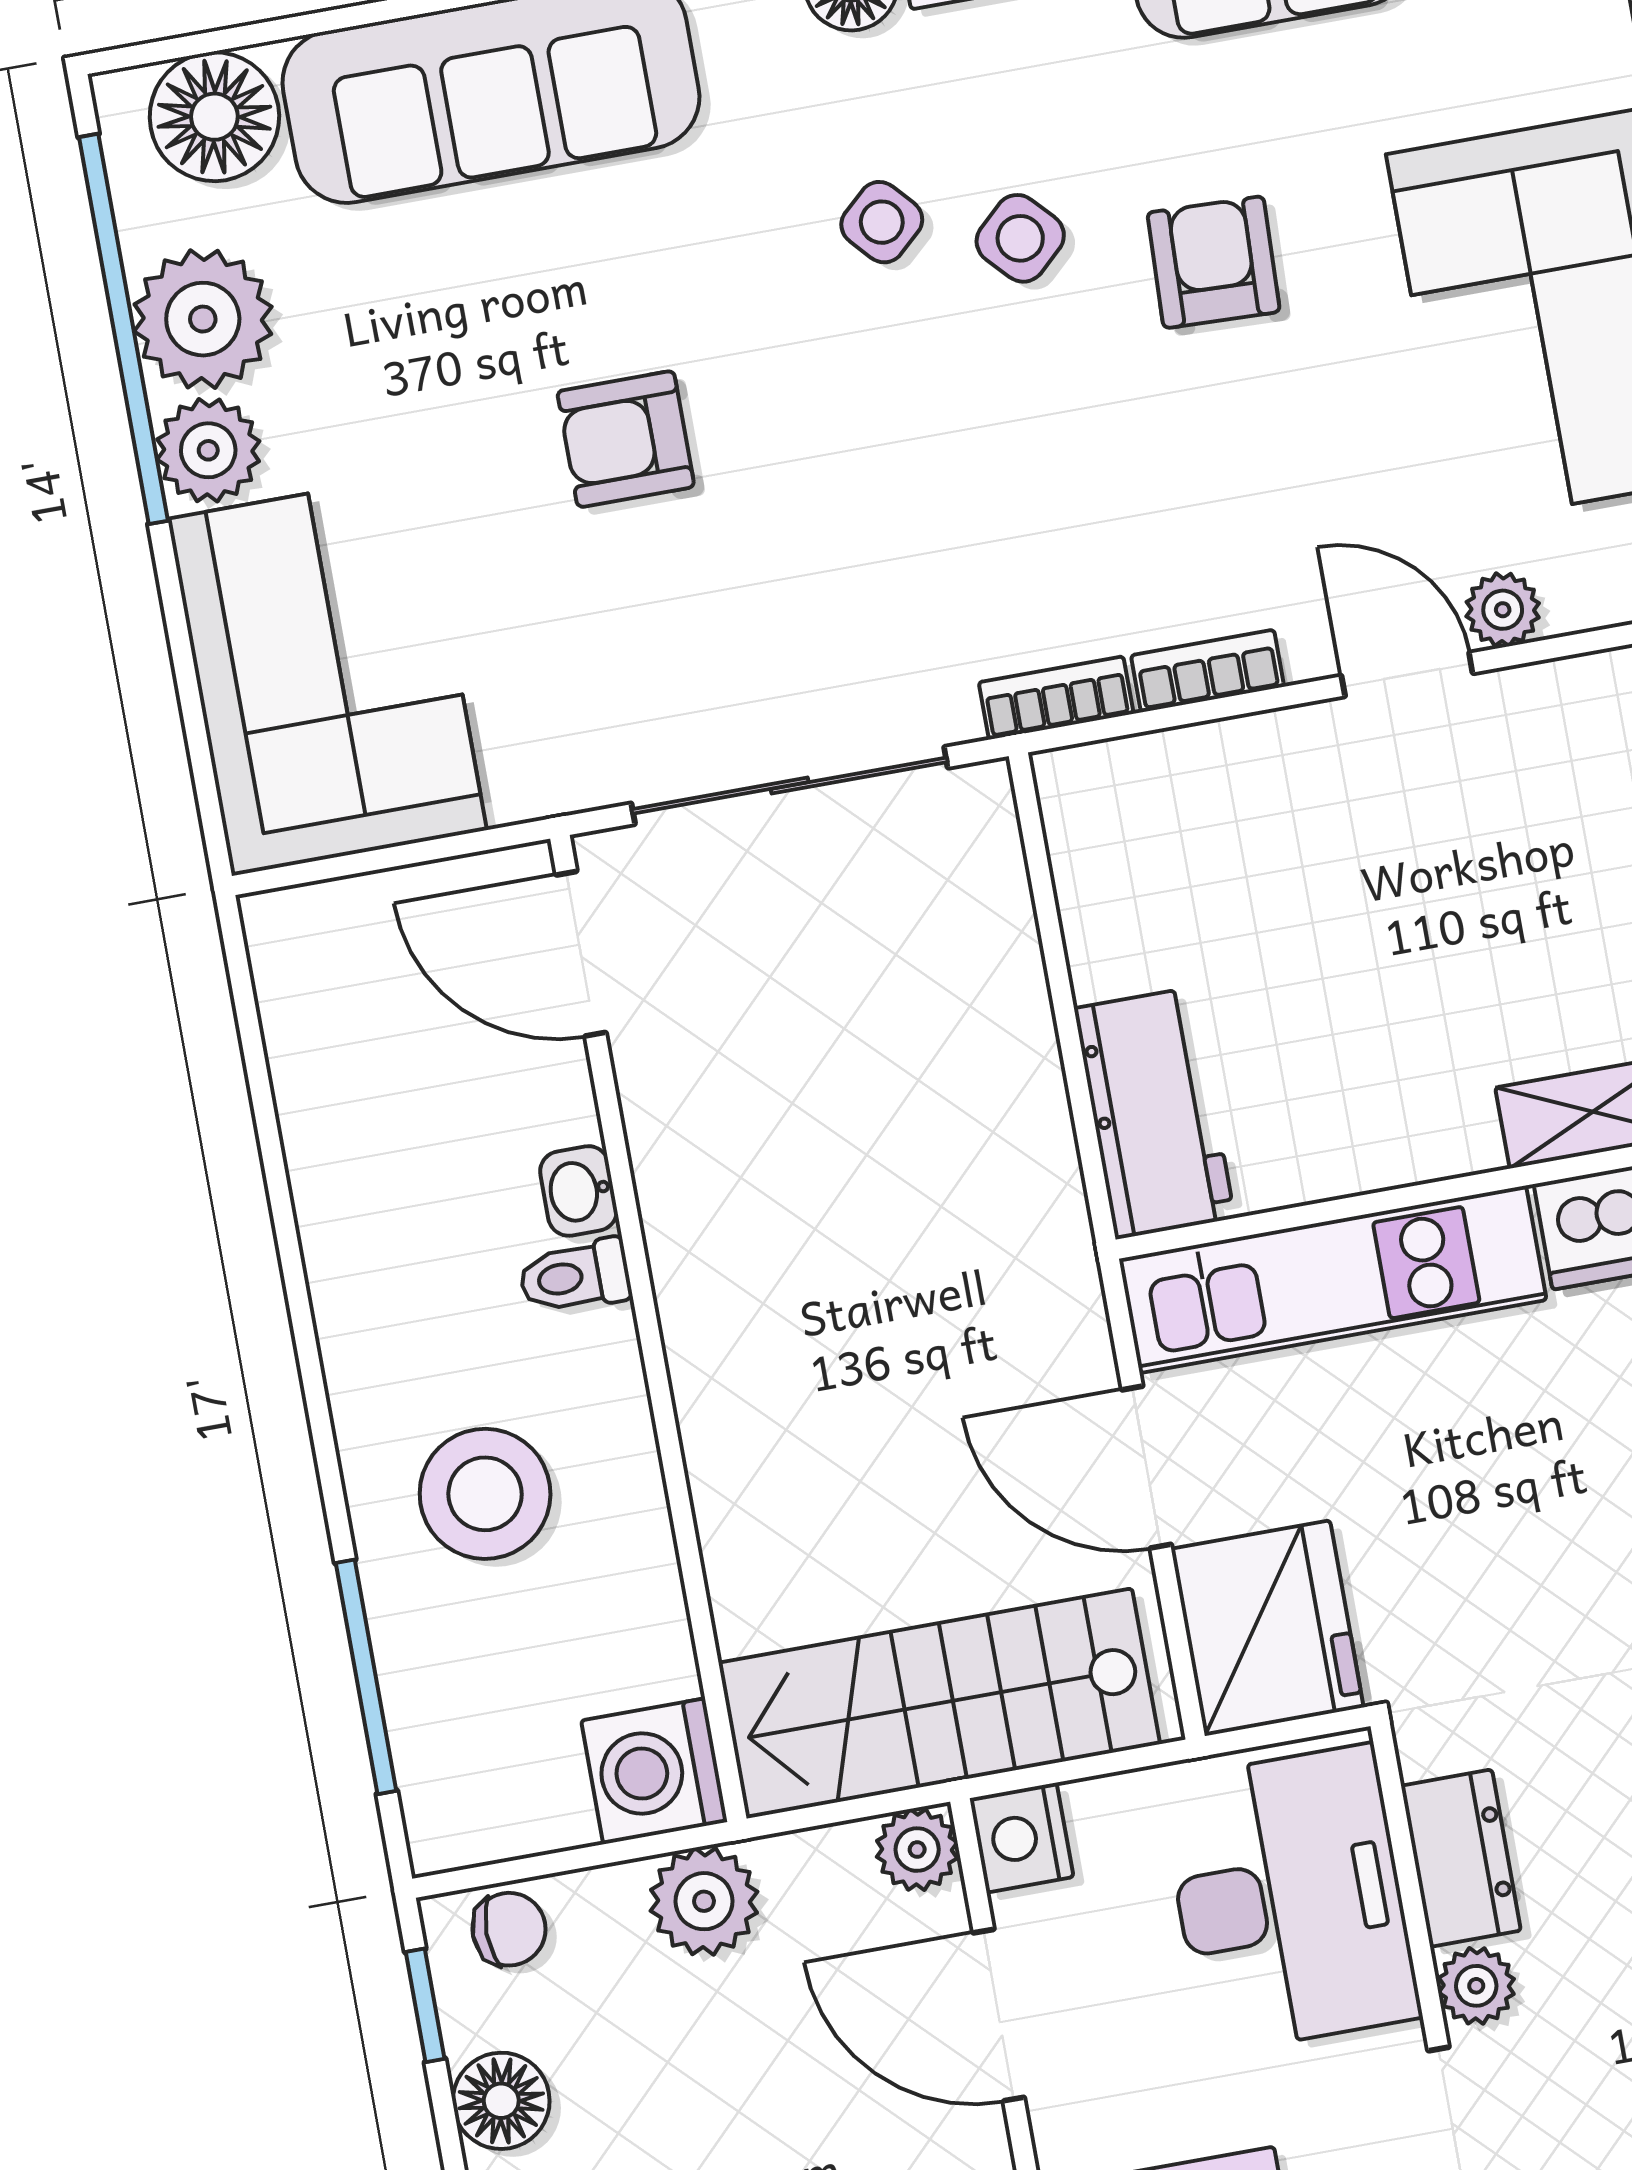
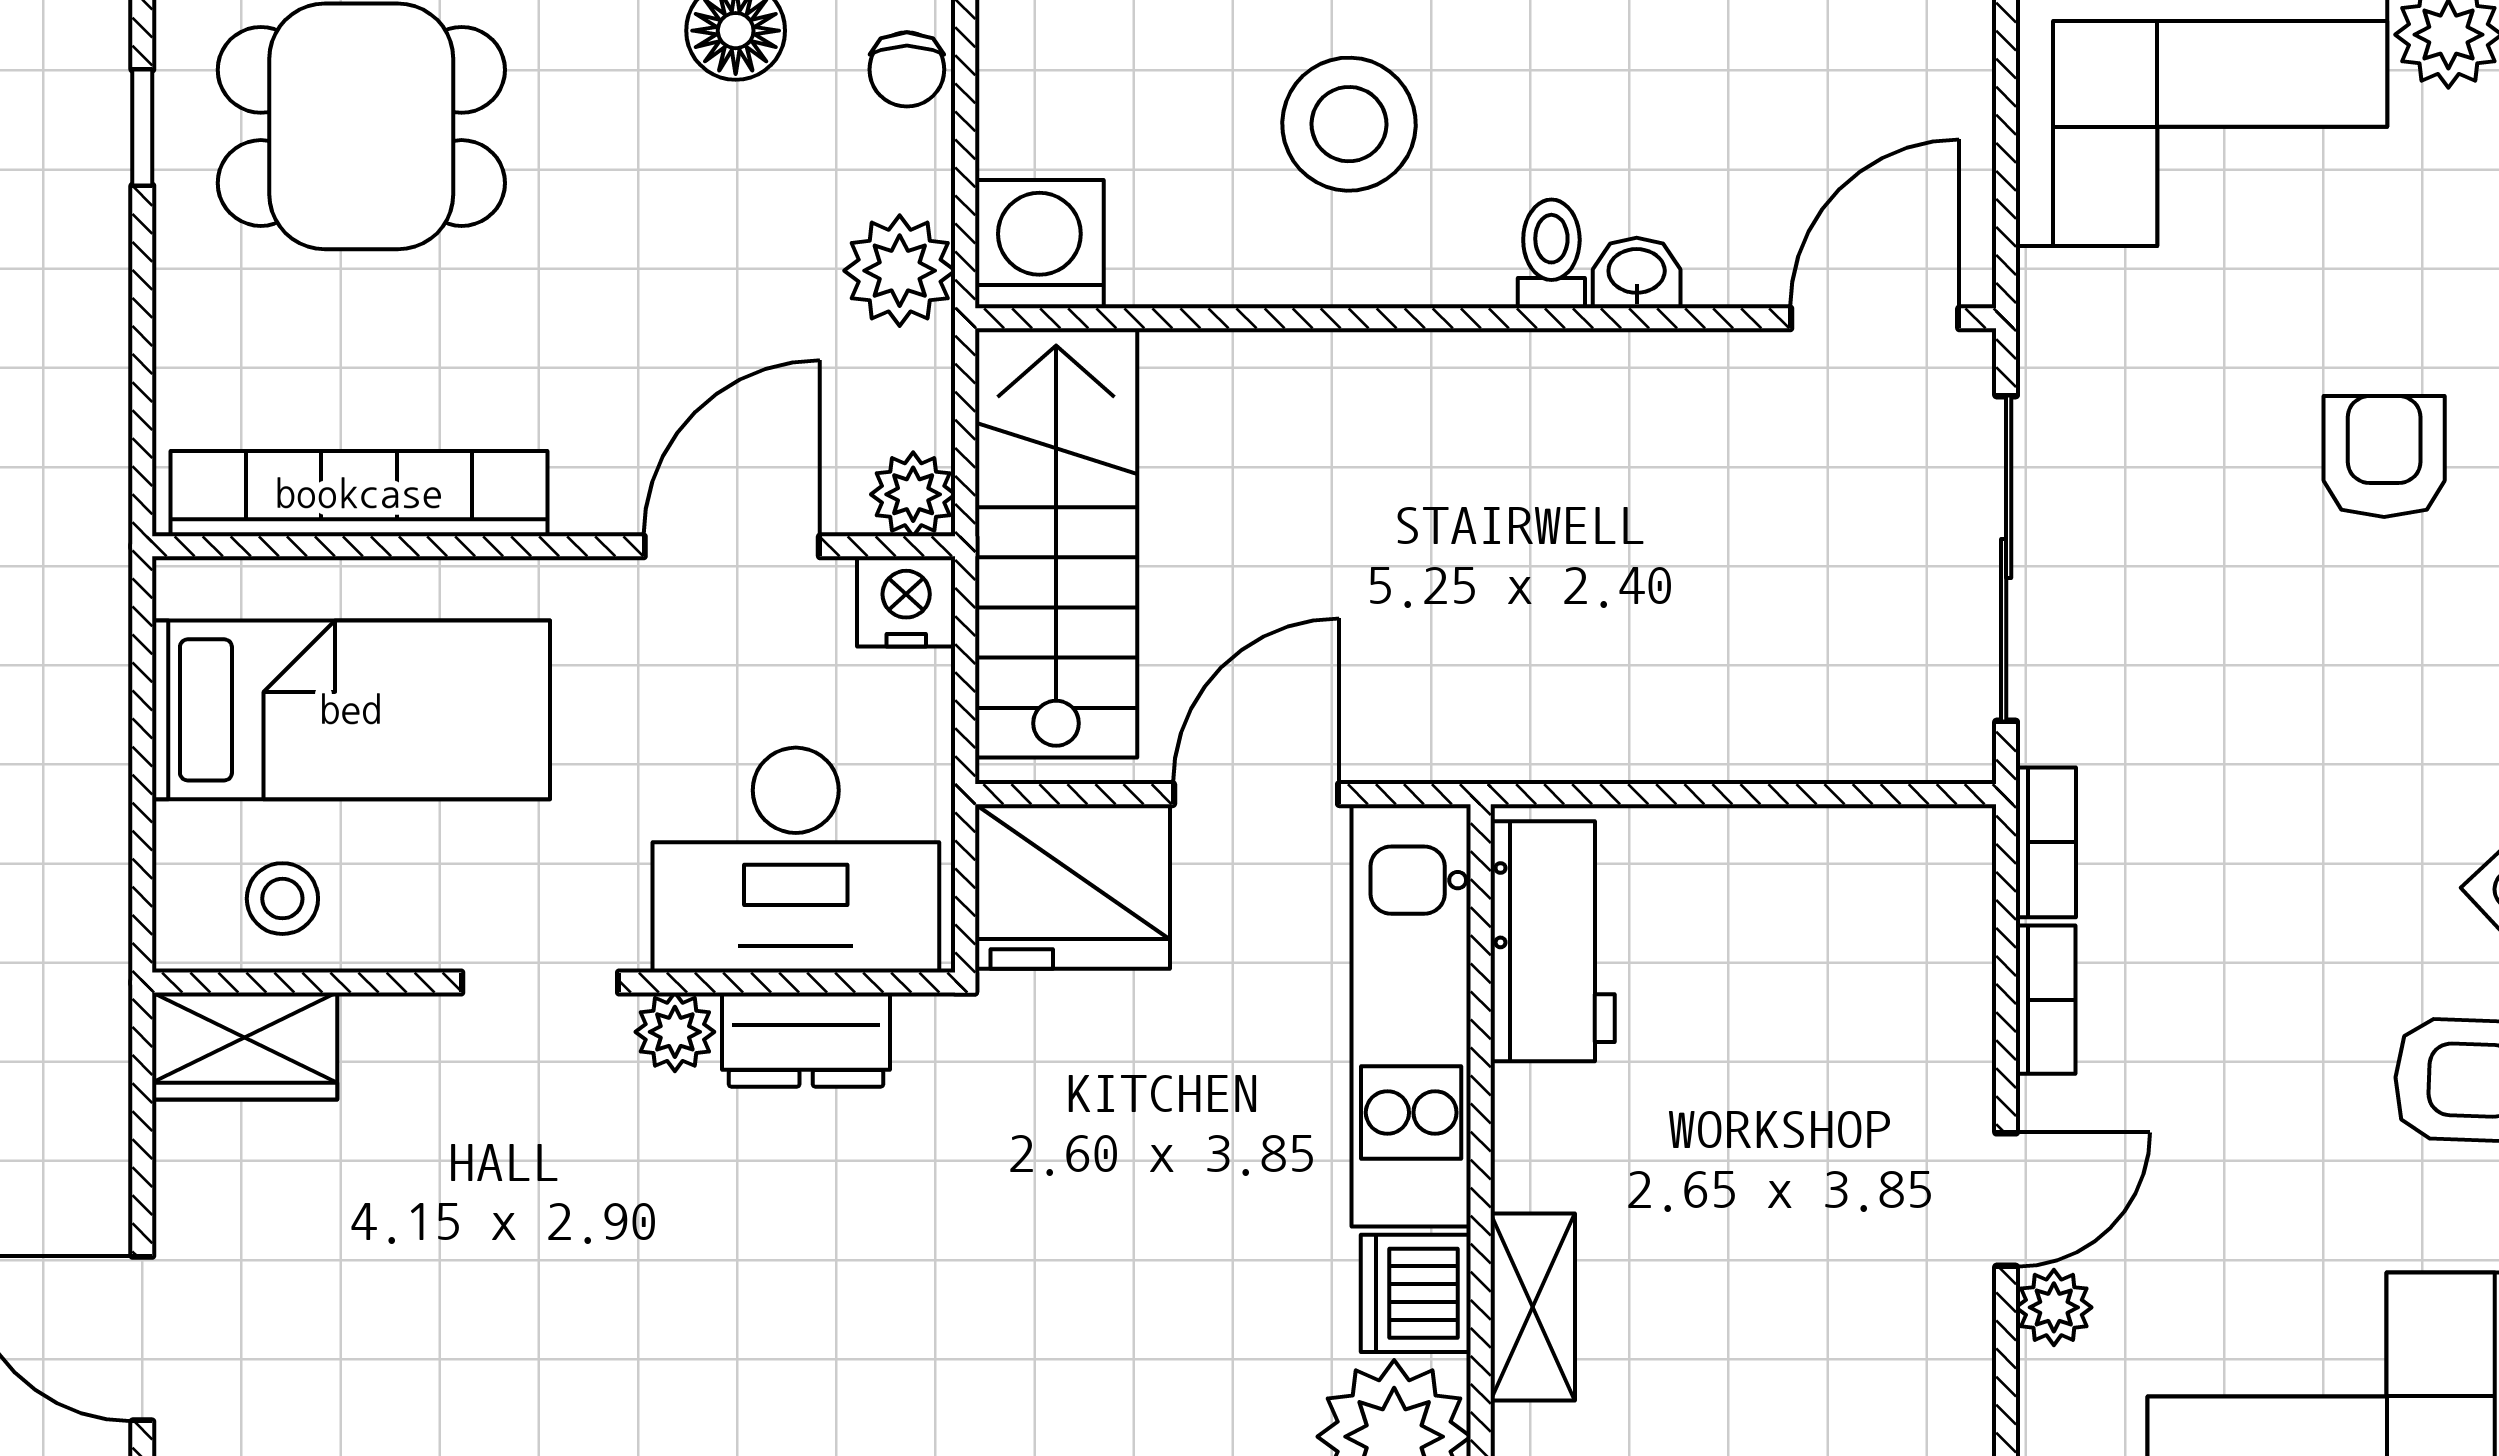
workbench: (1154, 1113) -> (1553, 941), moved, turned -90

